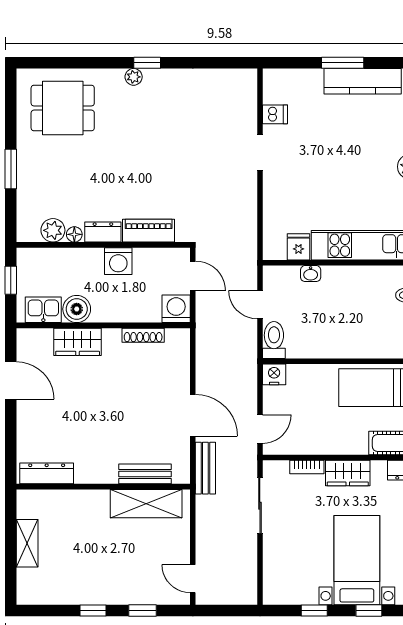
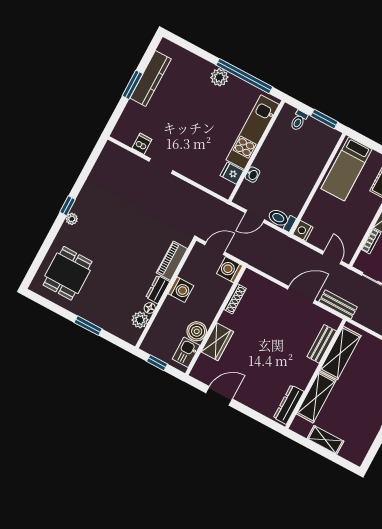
shelving: (74, 503) -> (316, 397), added

